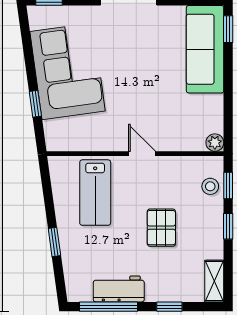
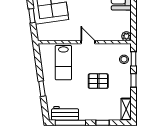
pallet: (161, 228) -> (98, 81), turned 90
workbench: (119, 289) -> (65, 113), moved

